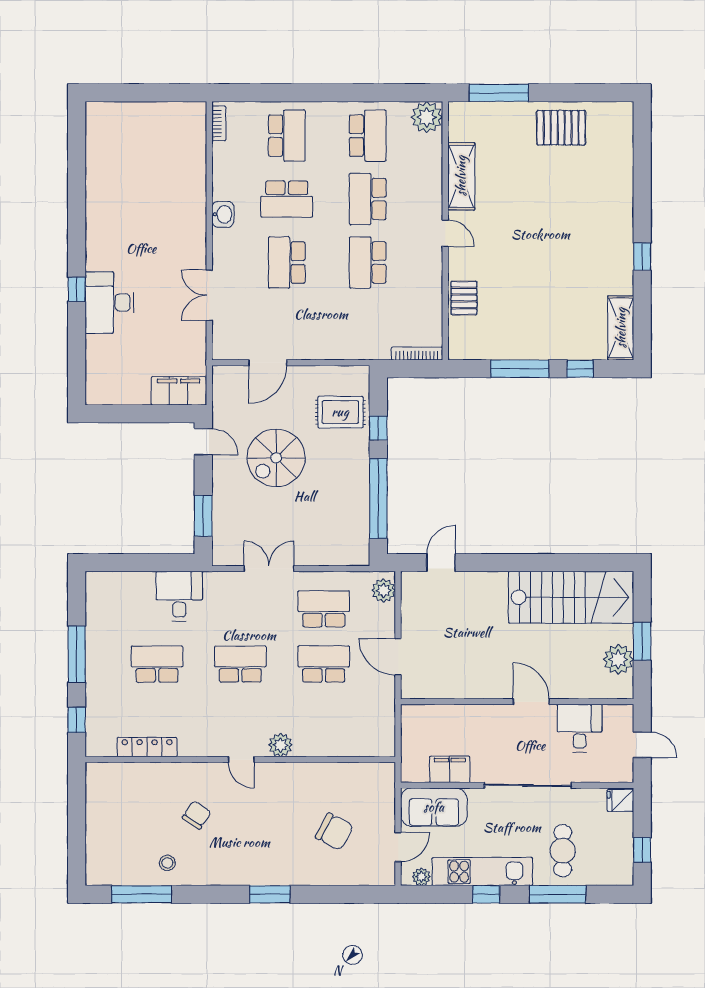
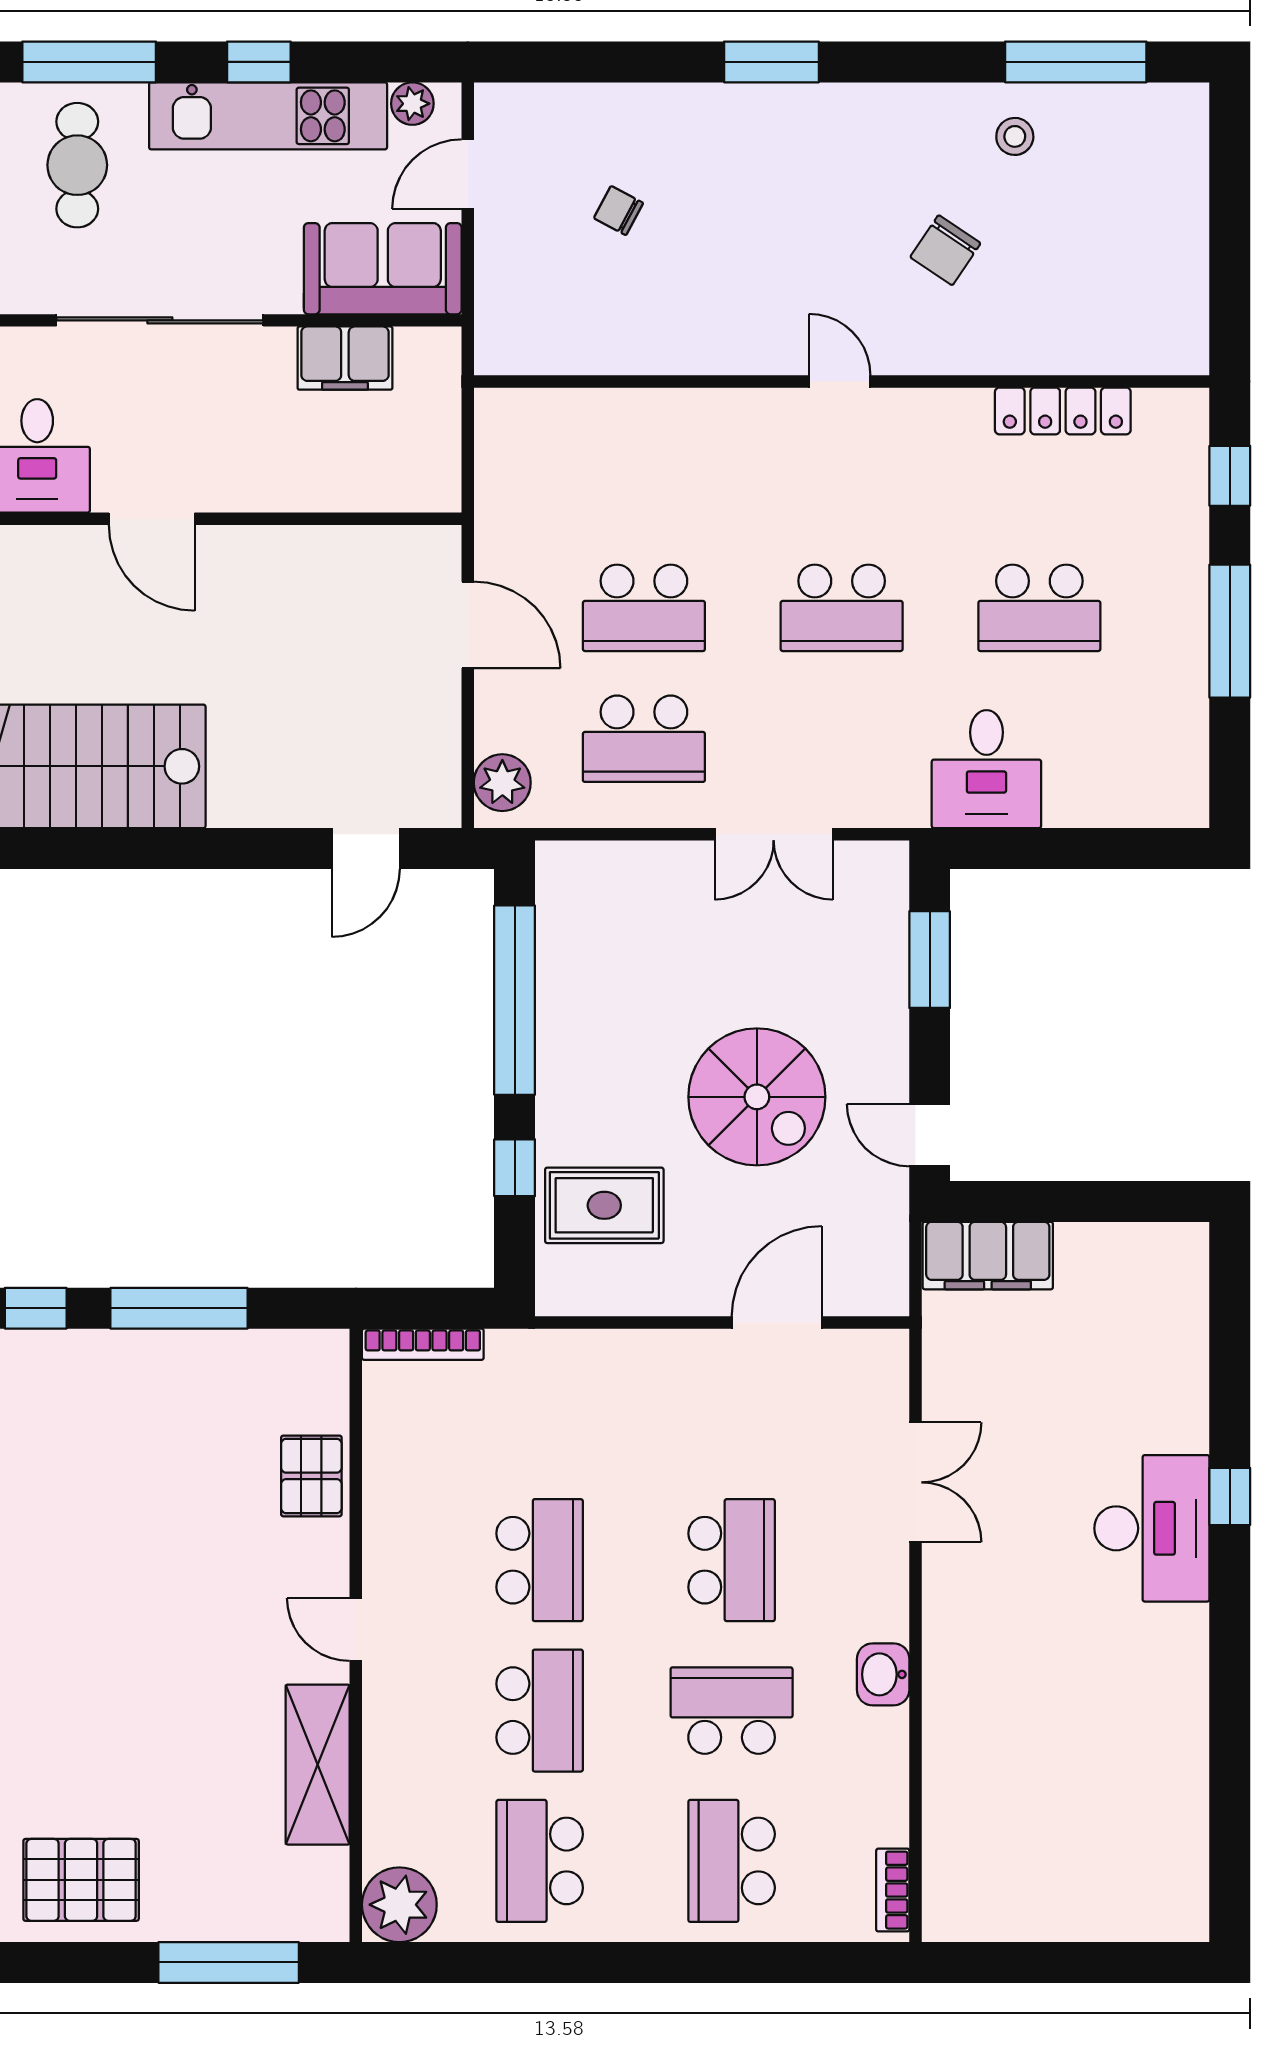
desk: (110, 303) -> (1152, 1528), moved
spiral stairs: (276, 458) -> (757, 1097), turned 90
plant: (281, 745) -> (746, 416), removed
chair: (334, 832) -> (618, 211), width x0.54, depth x0.54

